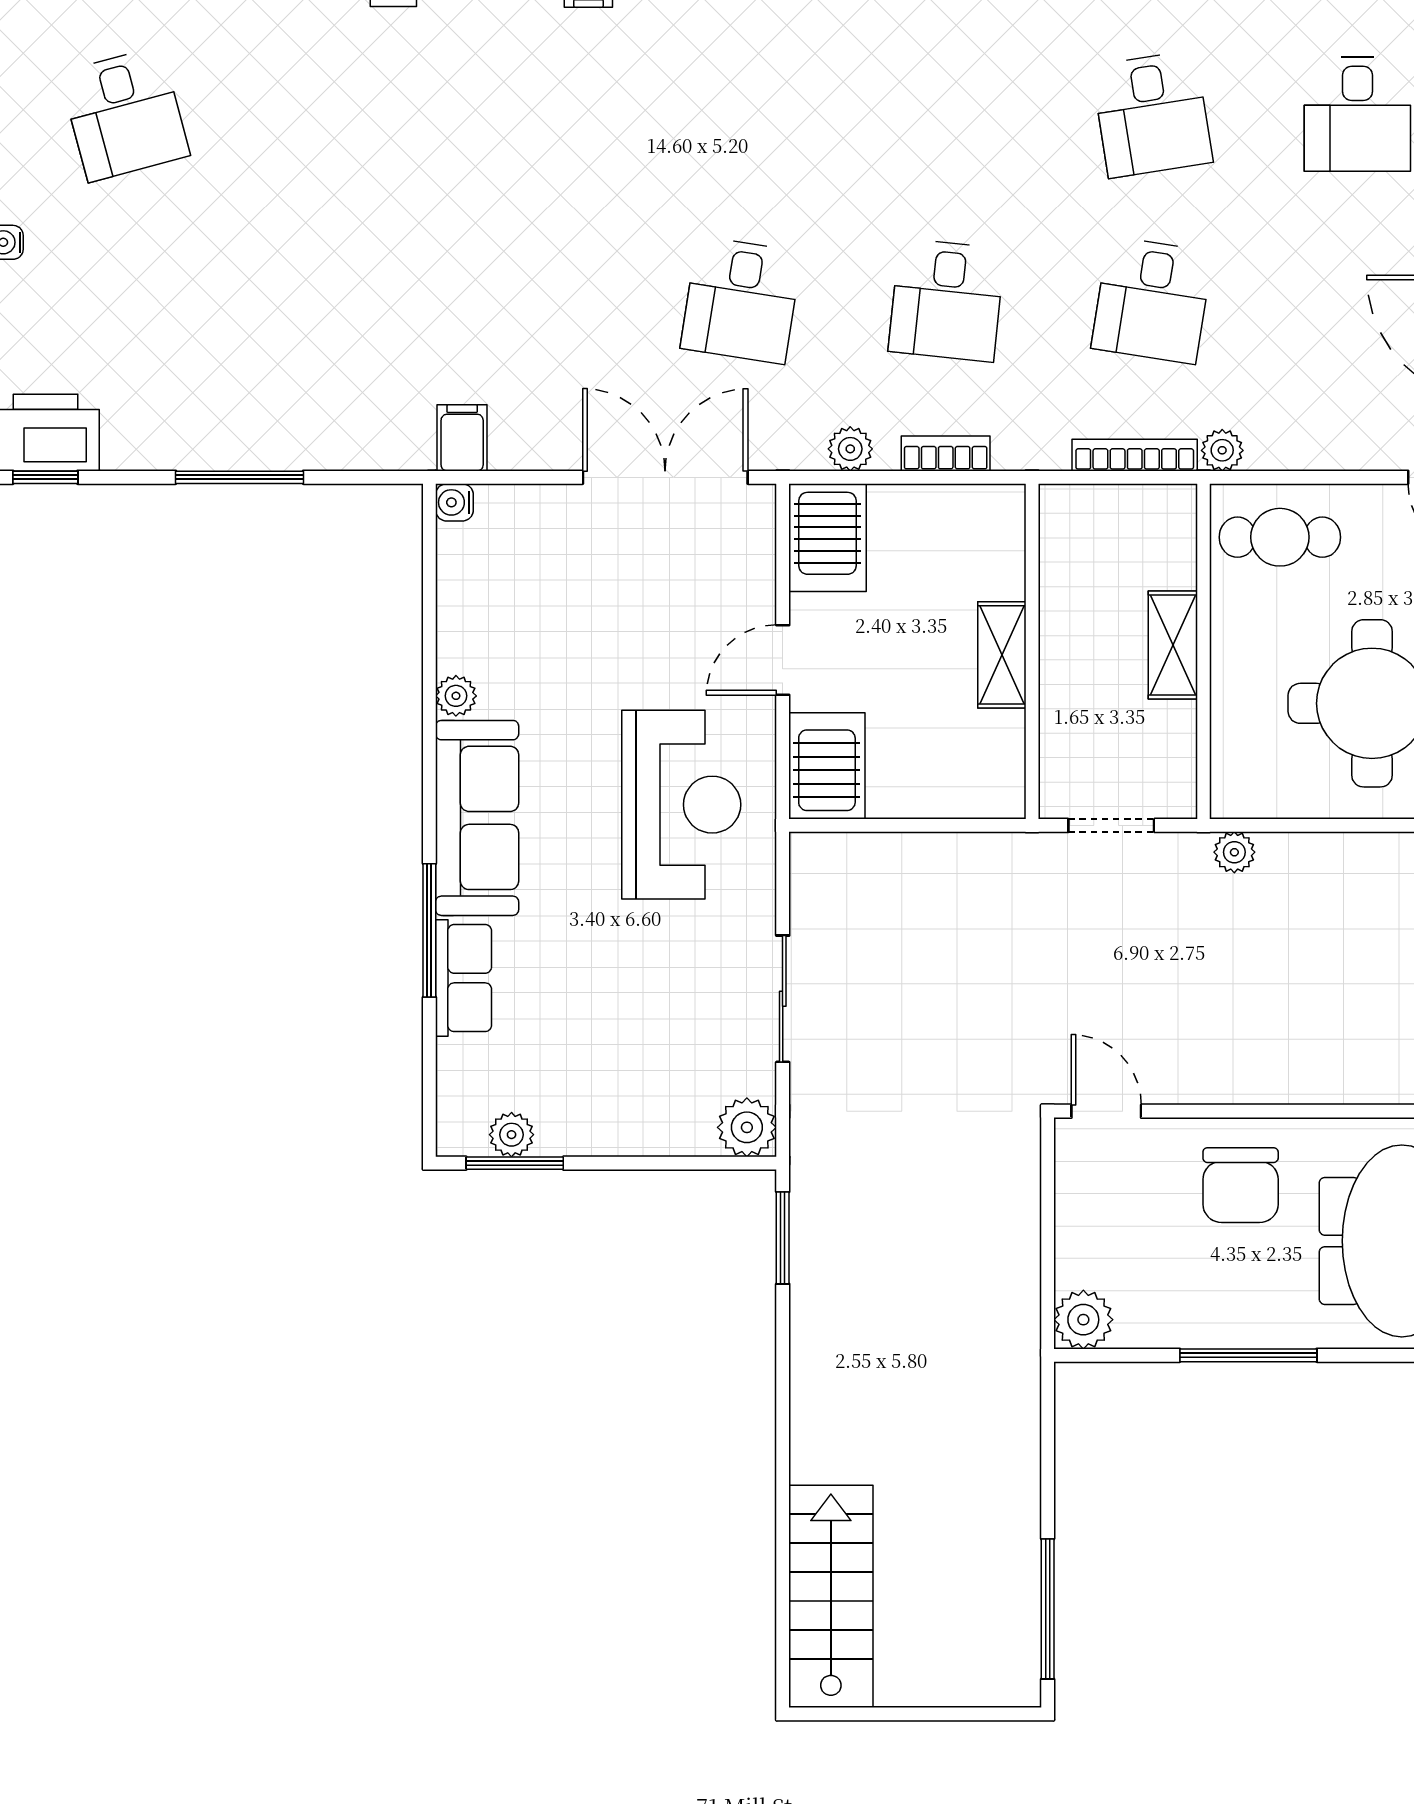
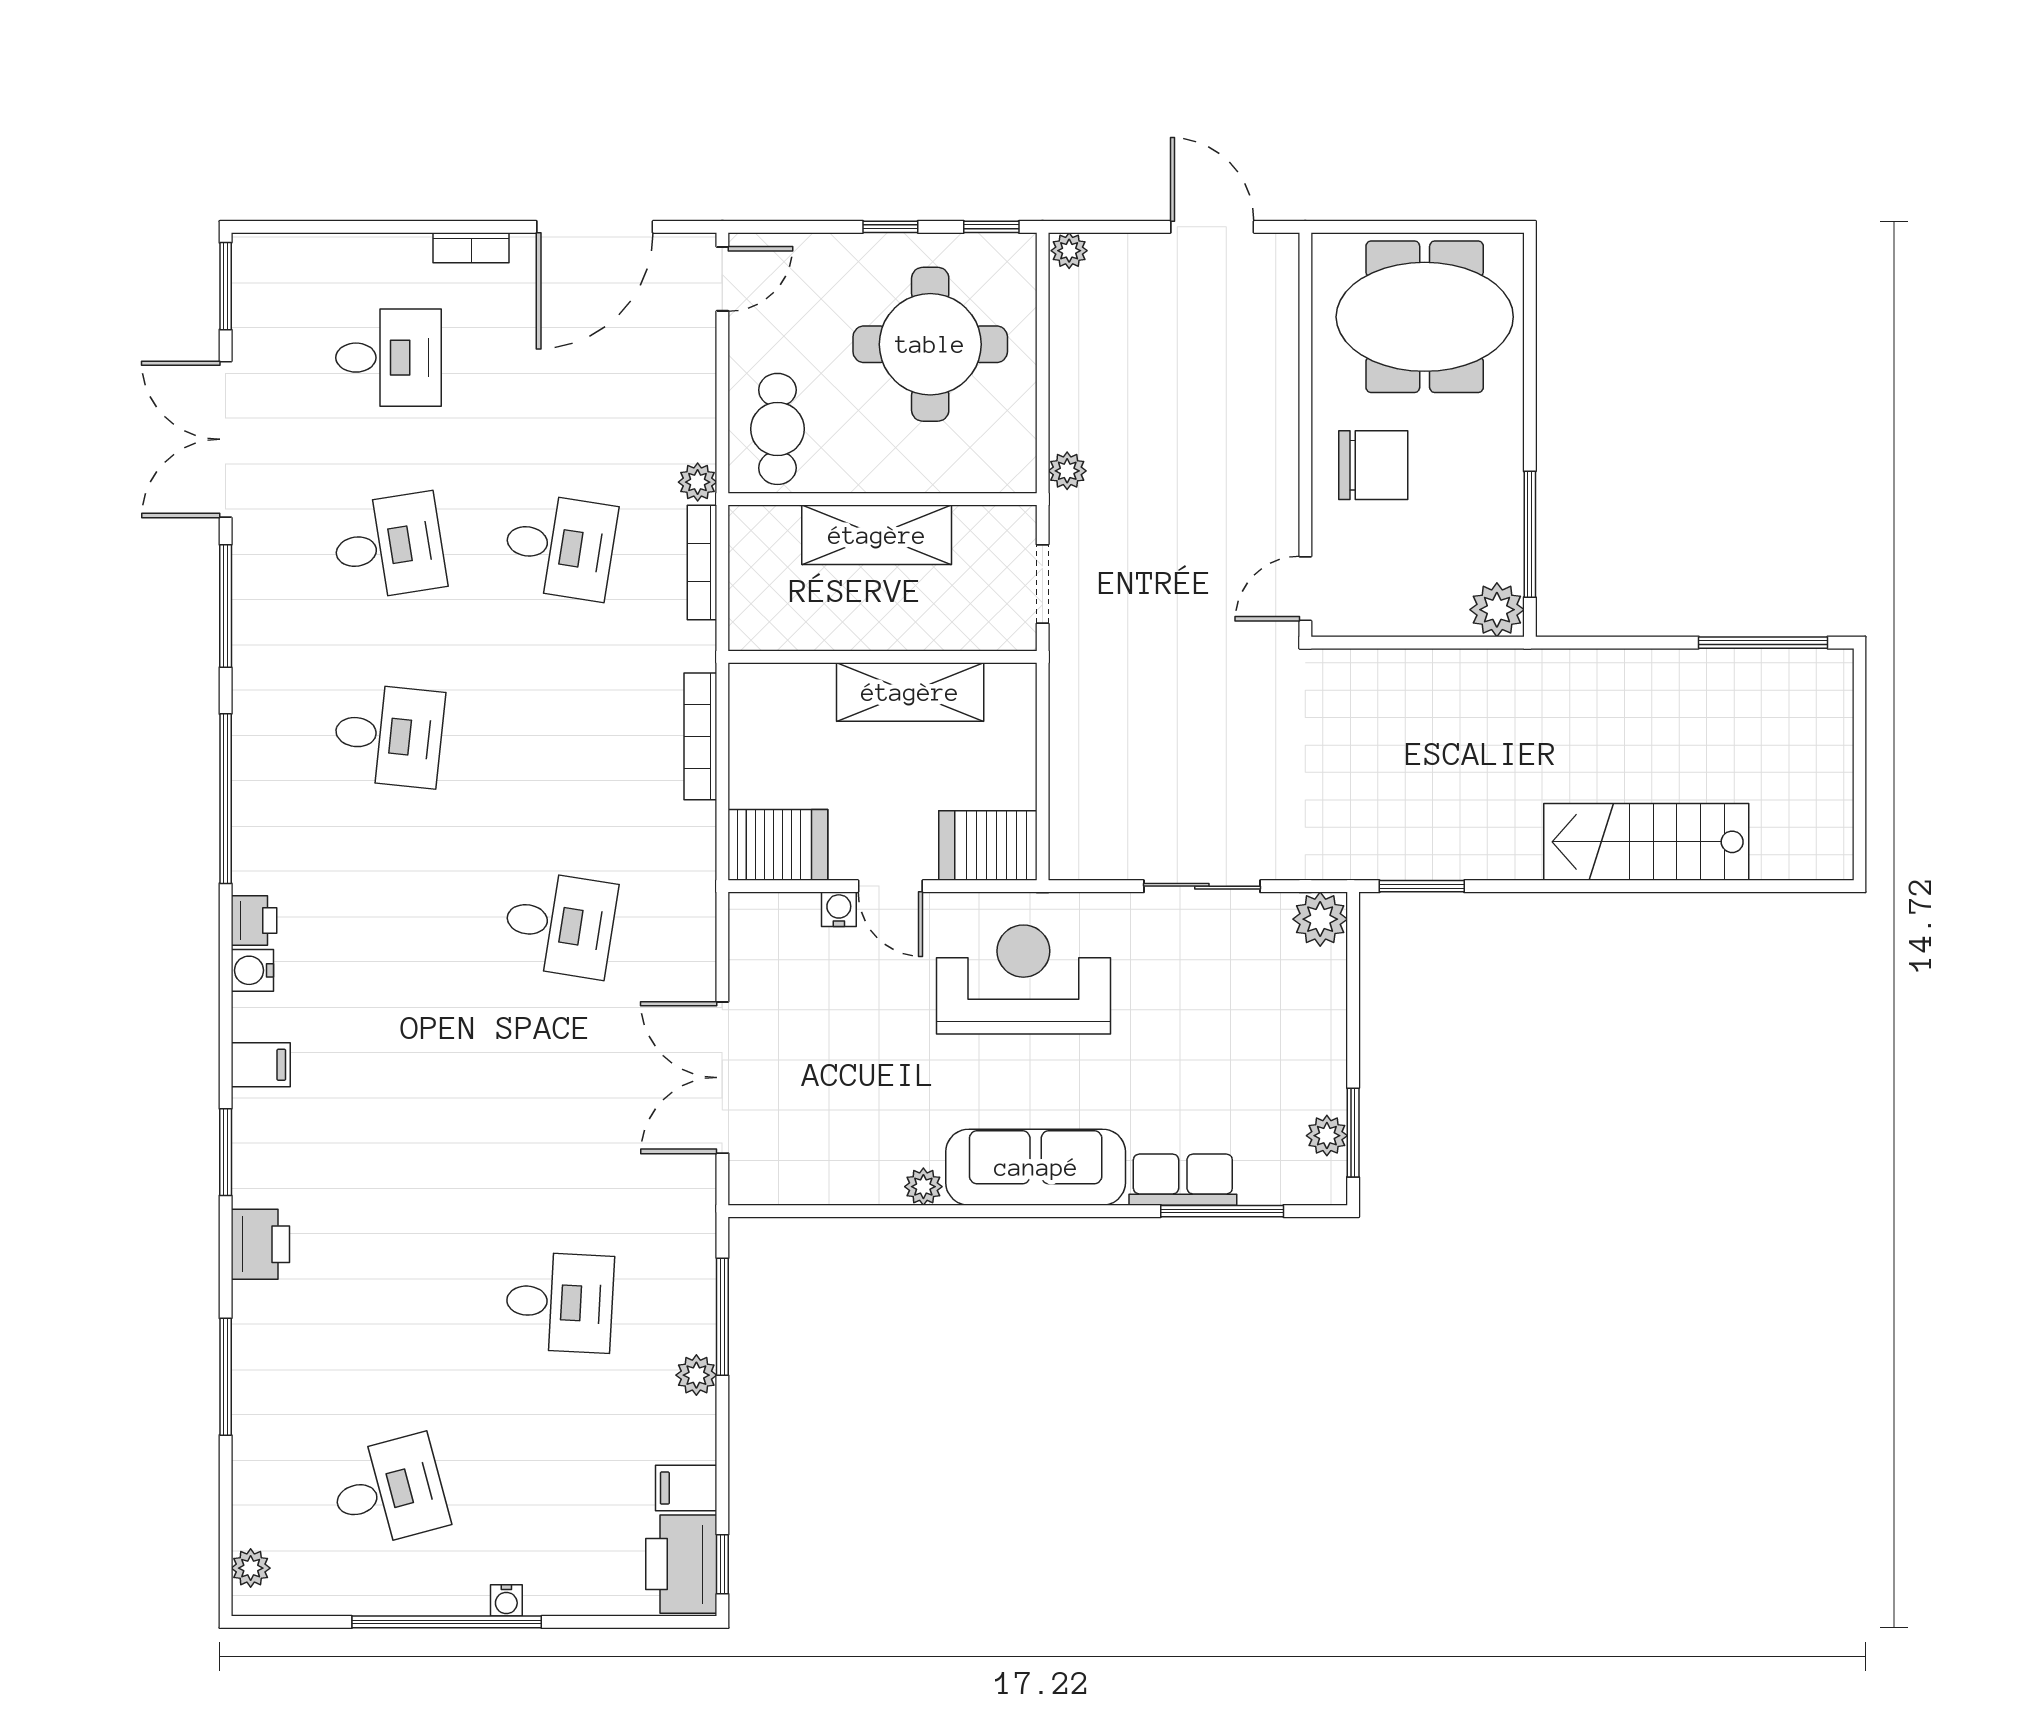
desk: (330, 300) -> (559, 1302), added
desk: (947, 300) -> (389, 735), moved
filing cabinet: (462, 438) -> (686, 1488), moved
plant: (850, 449) -> (696, 1375), moved
bookcase: (946, 453) -> (700, 736), width x1.56
window: (239, 477) -> (722, 1317), moved
double door: (665, 477) -> (722, 1078), moved
water cooler: (454, 502) -> (839, 909), moved, turned 180
shelving: (1173, 645) -> (877, 535), width x1.50, depth x1.33
shelving: (1002, 655) -> (910, 692), width x1.50, depth x1.33
window: (429, 930) -> (1222, 1211), moved
window: (1248, 1355) -> (1530, 534), moved
stairs: (831, 1596) -> (1646, 842), moved

